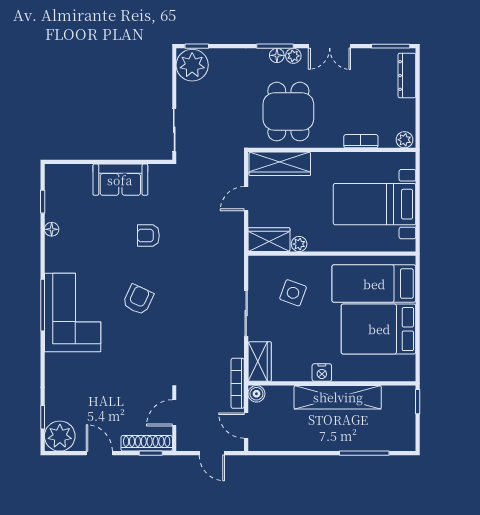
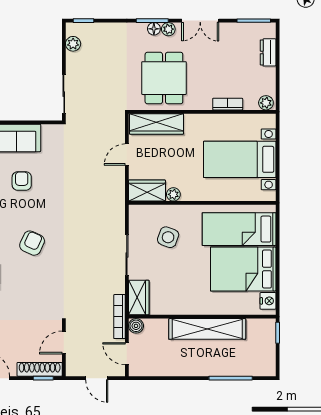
plant: (192, 65) -> (73, 44), width x0.53, depth x0.53
dresser: (407, 76) -> (268, 52), width x0.70
armchair: (148, 236) -> (22, 181), moved, turned 90
nightstand: (322, 373) -> (268, 301), moved, turned -90

